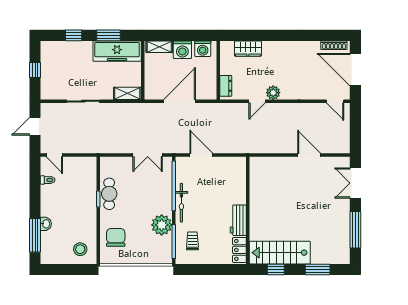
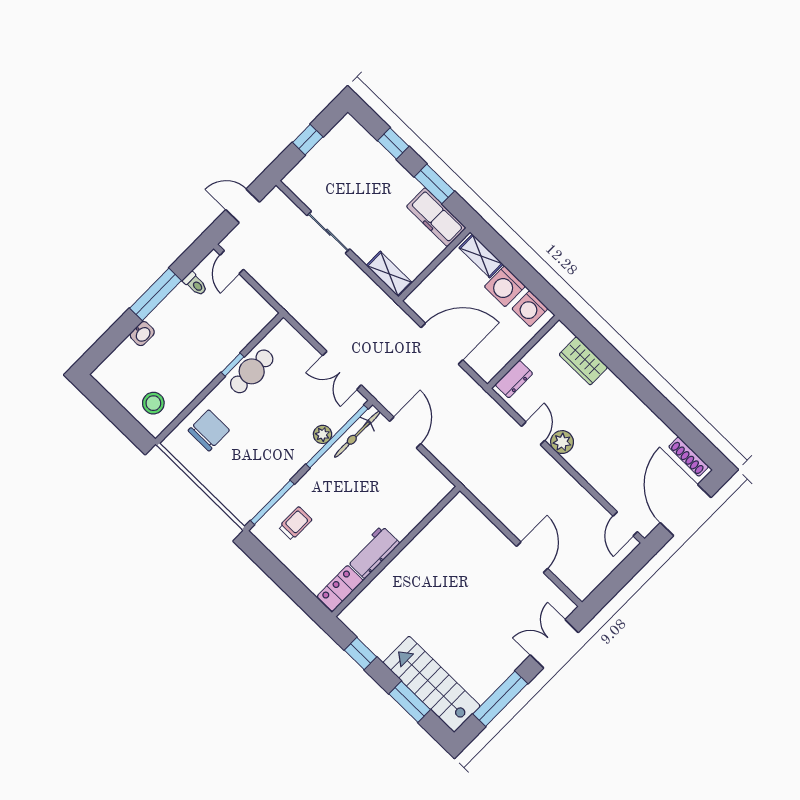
freezer: (117, 51) -> (436, 217), width x0.73, depth x0.79
door: (257, 101) -> (533, 433), swing flipped
bicycle: (181, 203) -> (357, 434), moved
plant: (162, 225) -> (323, 434), moved, width x0.53, depth x0.53
window: (35, 235) -> (156, 294), moved
stairs: (280, 253) -> (432, 684), moved

